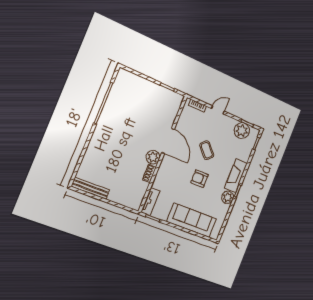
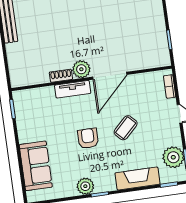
fireplace: (236, 176) -> (138, 179), moved
tv unit: (150, 202) -> (73, 89), moved
sofa: (192, 220) -> (36, 166), width x0.73

